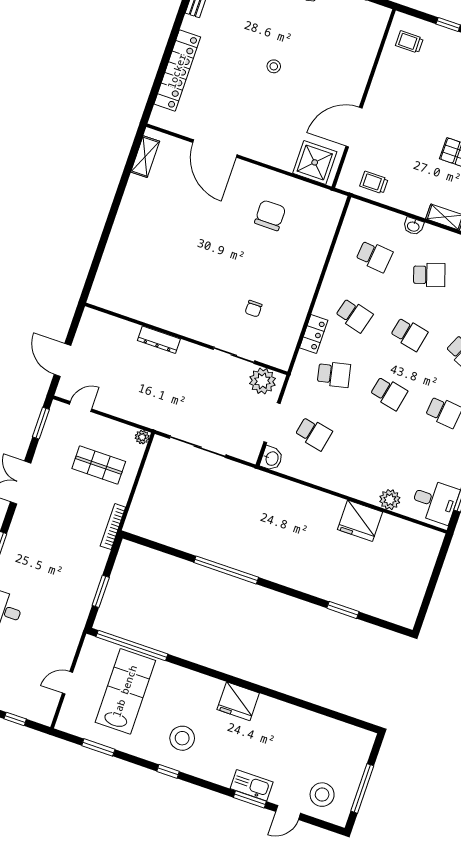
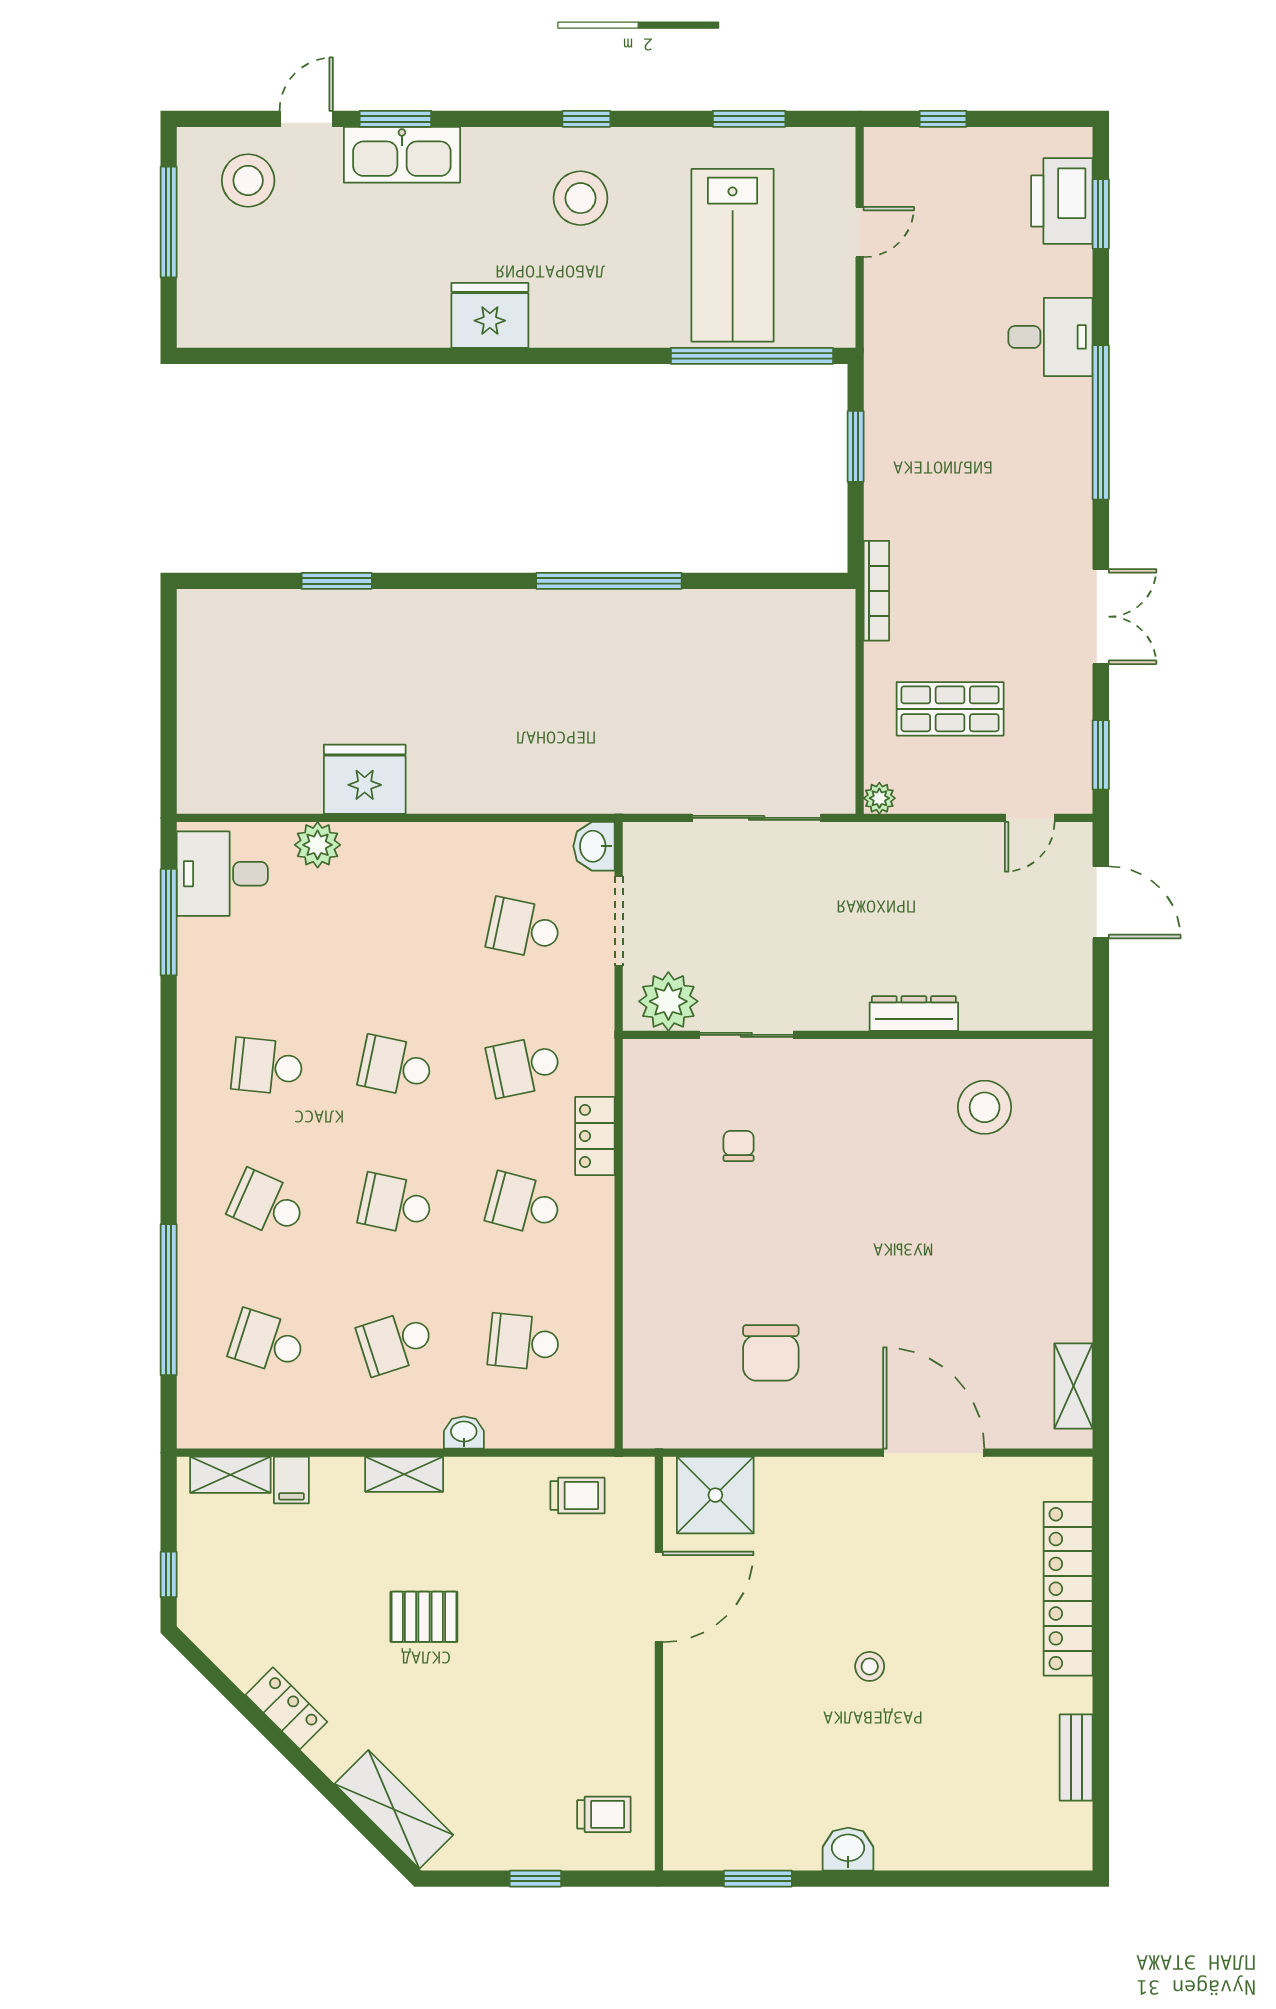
stool: (142, 289) -> (985, 1107), added
kitchen sink: (252, 785) -> (402, 155), width x1.36, depth x1.24

